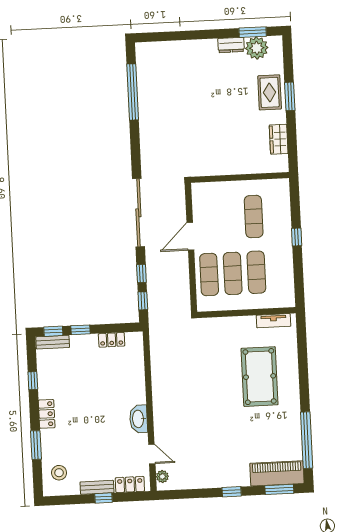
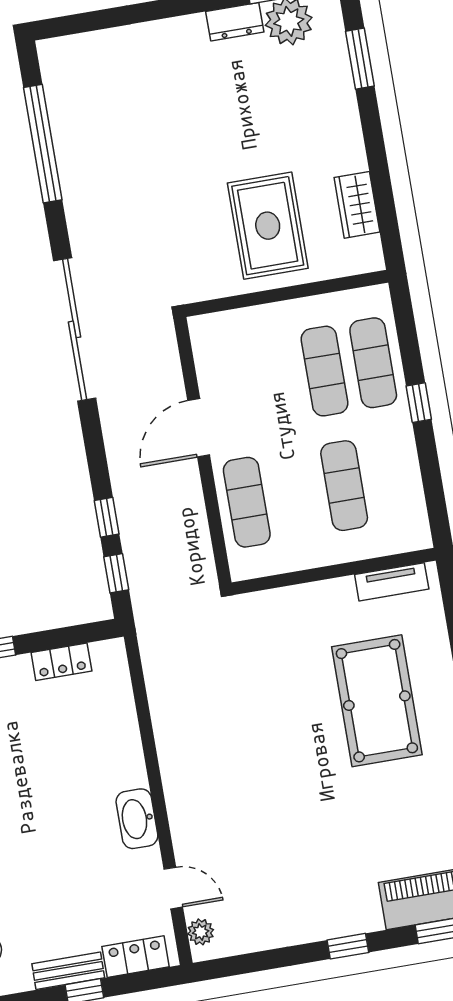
rug: (270, 92) -> (268, 226), moved, width x1.36, depth x1.43
window: (290, 96) -> (360, 59), moved
sliding door: (138, 213) -> (75, 329), moved
exercise mat: (233, 273) -> (373, 363), moved

